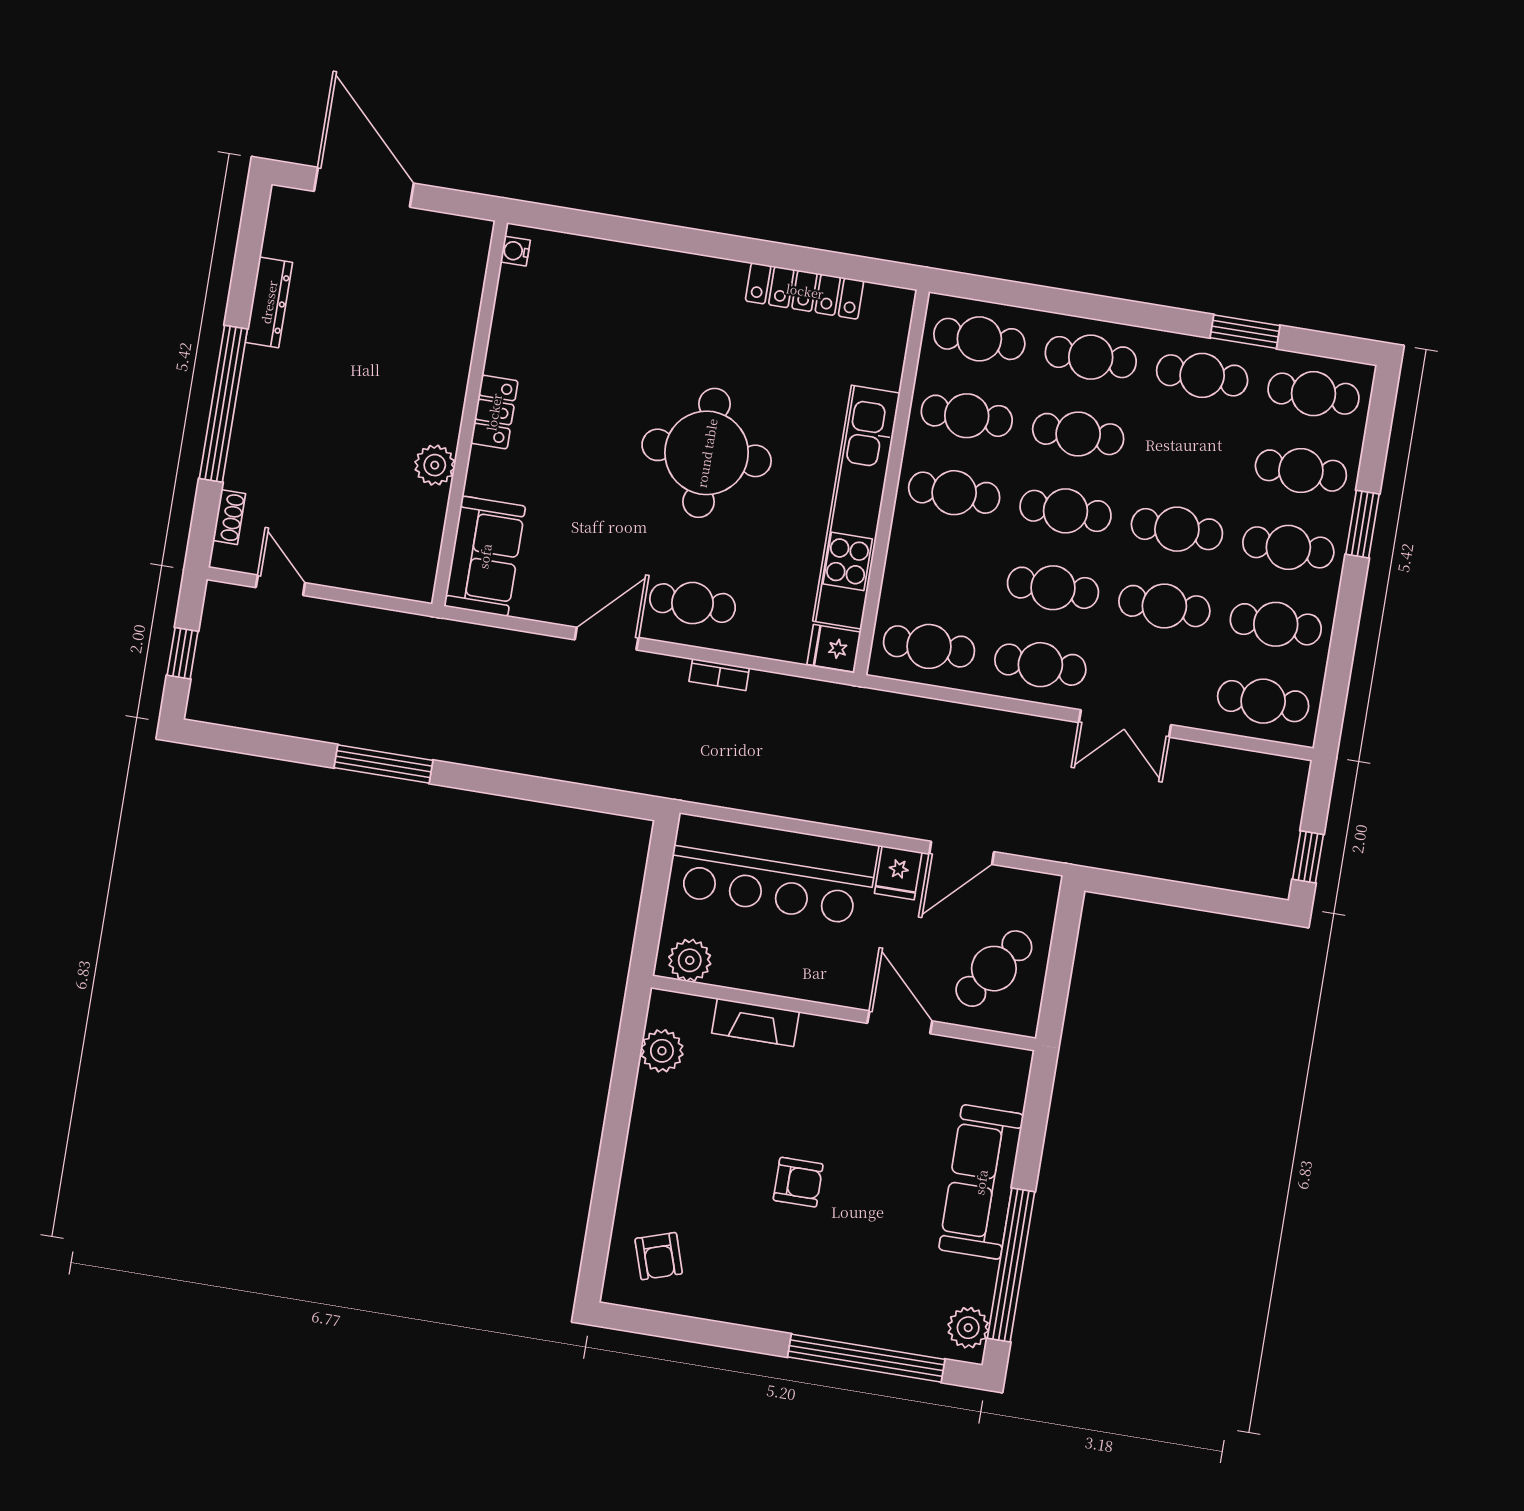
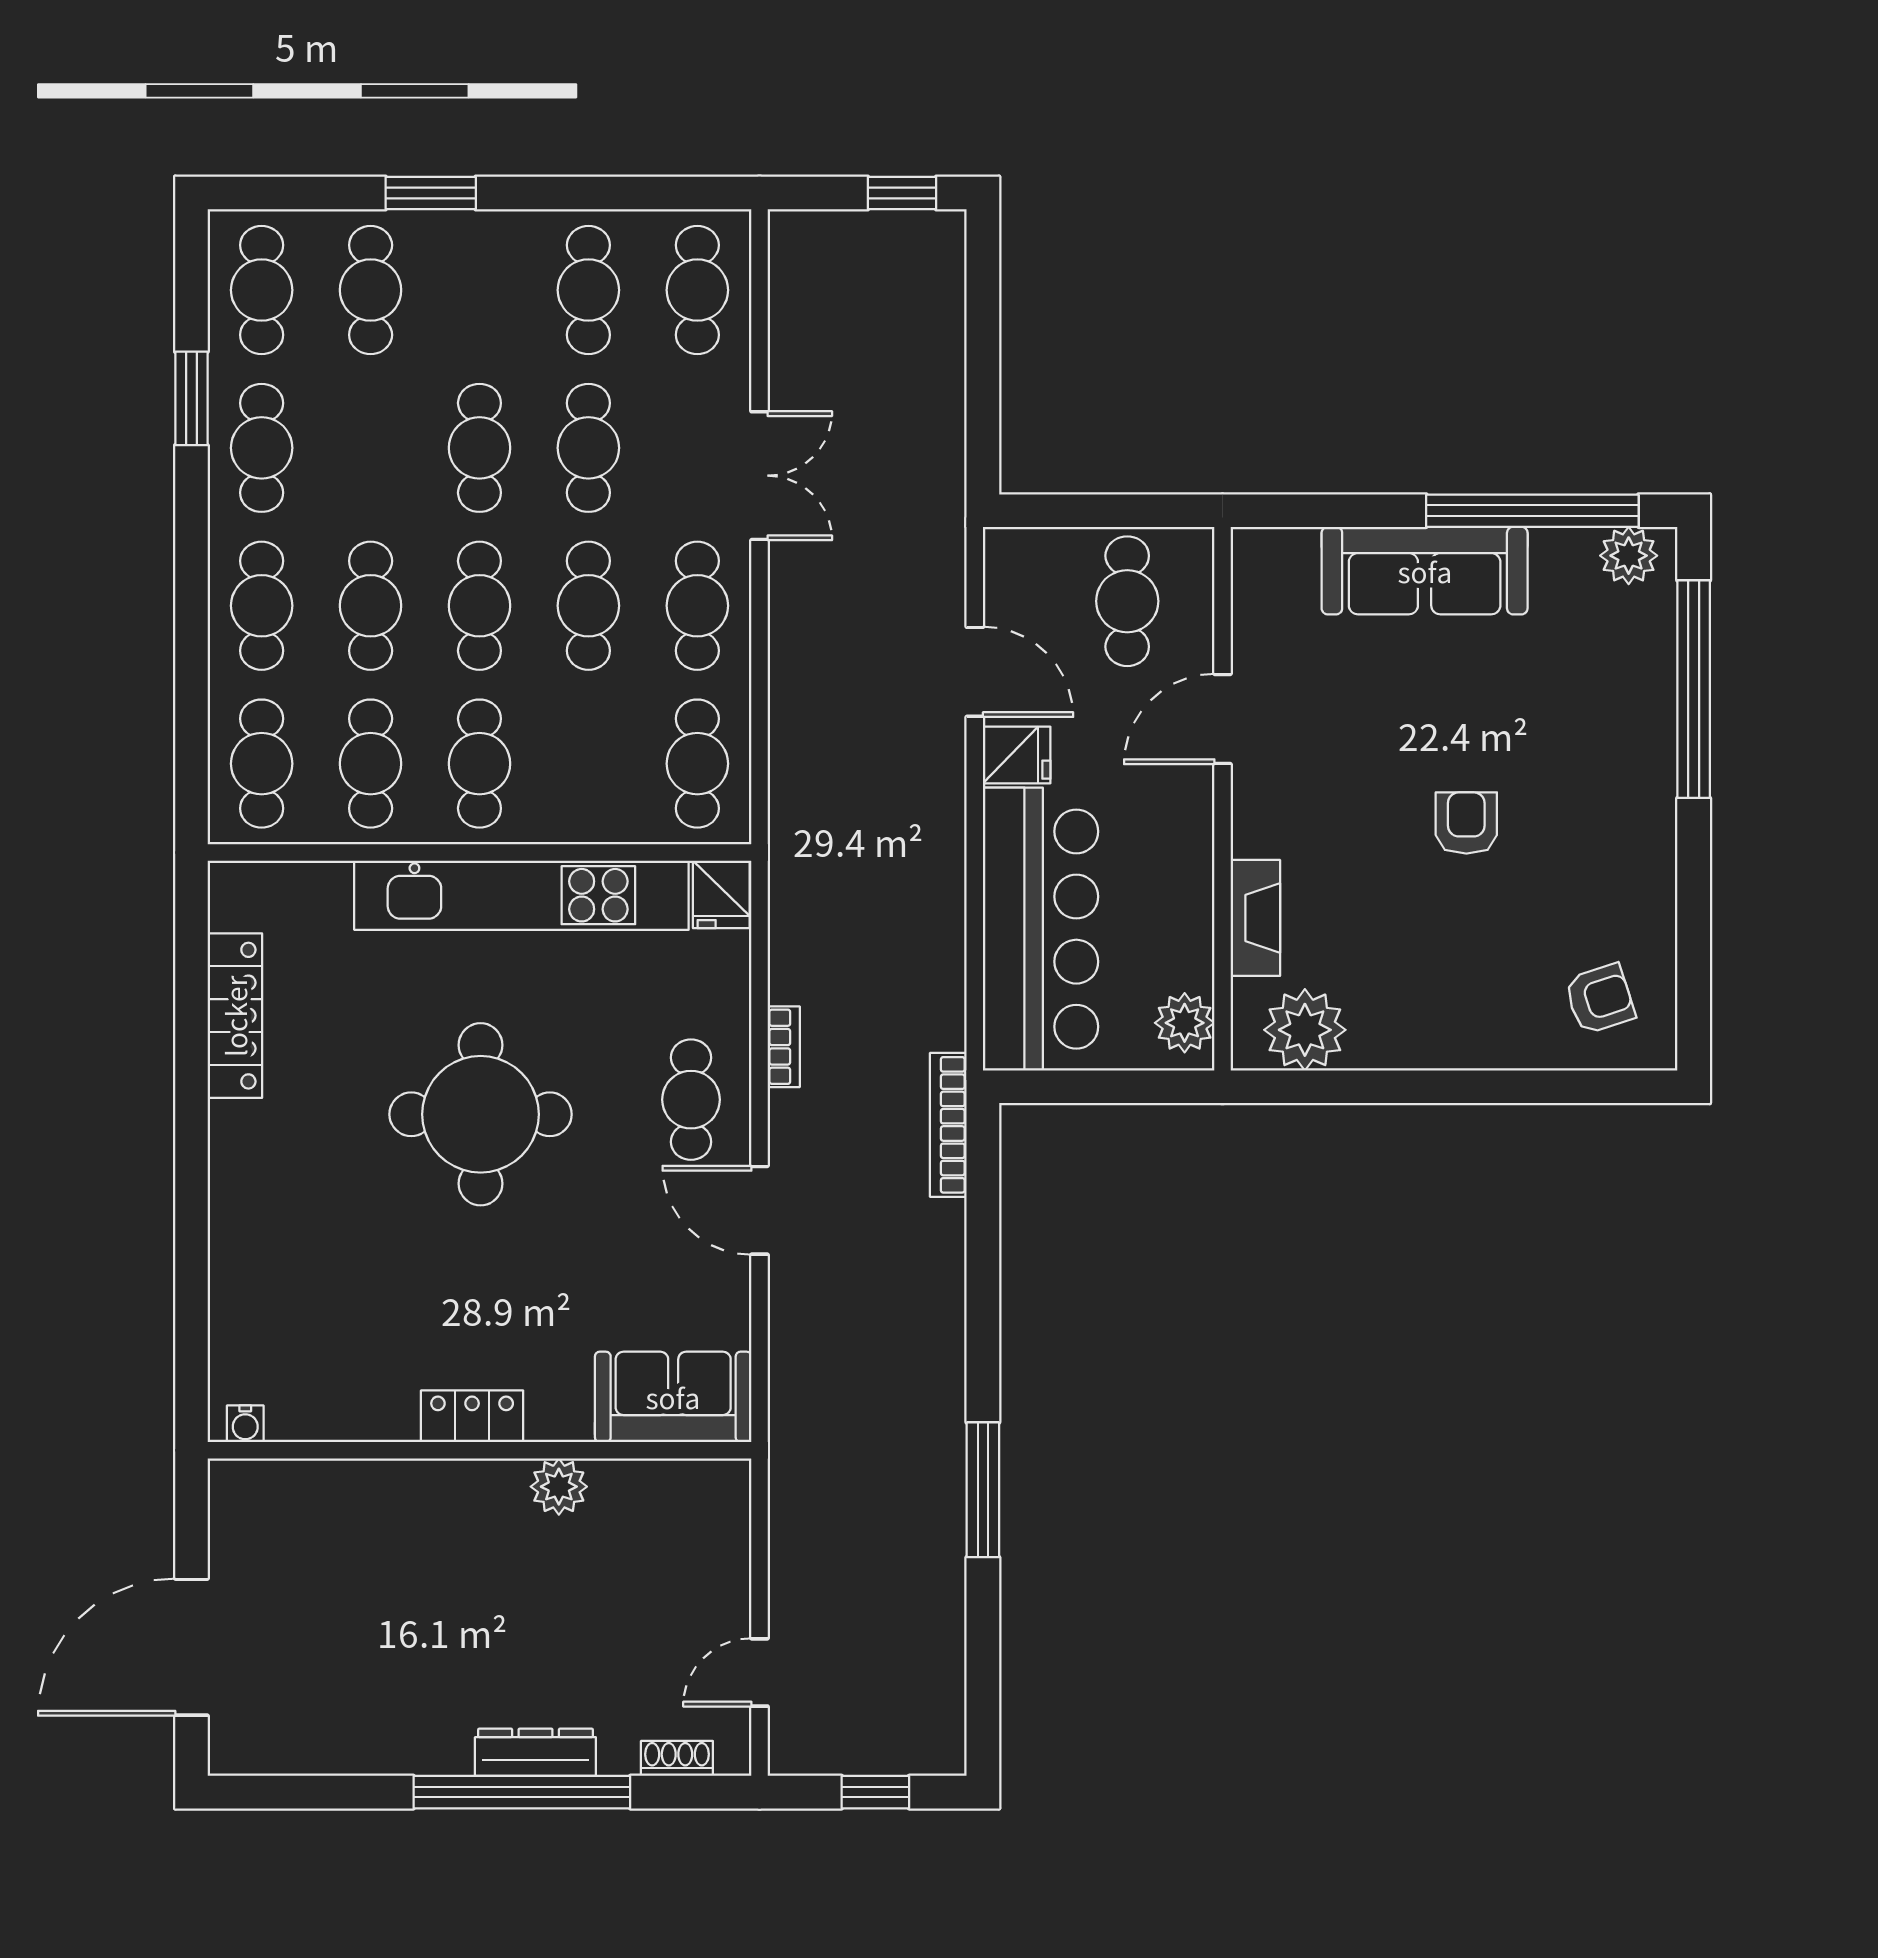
dresser: (269, 302) -> (535, 1752), moved
cafe table: (1288, 547) -> (479, 290), removed
bookcase: (645, 782) -> (948, 1125), added
cafe table: (994, 969) -> (1127, 601), turned 54
plant: (662, 1051) -> (1305, 1030), width x1.36, depth x1.36

